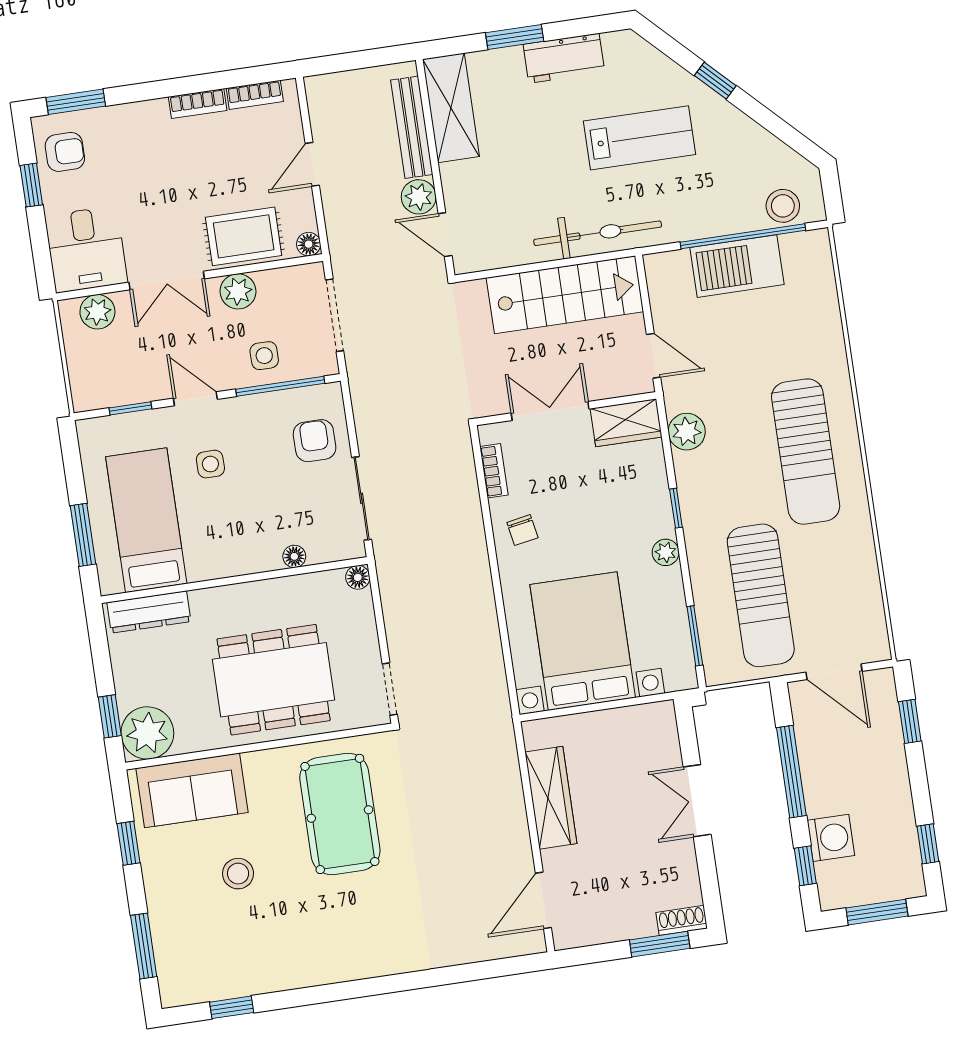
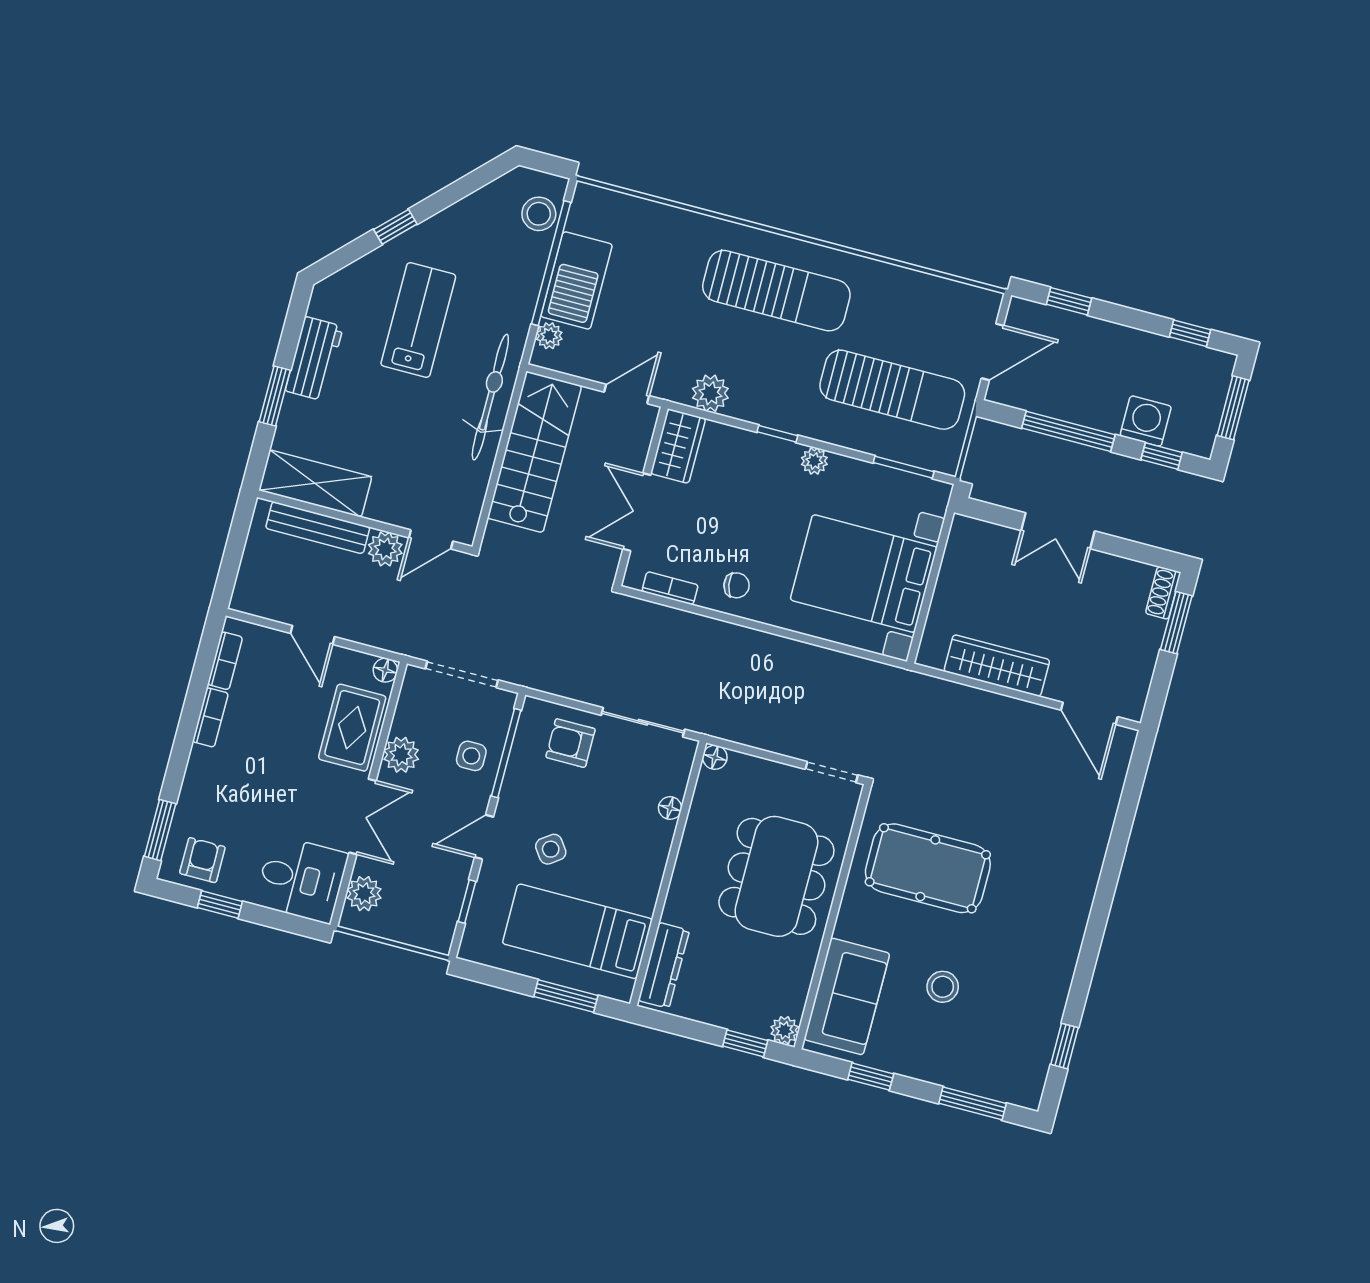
plant: (676, 263) -> (549, 336), added
side table: (210, 464) -> (551, 849), turned -36
plant: (147, 733) -> (785, 1030), width x0.53, depth x0.53

